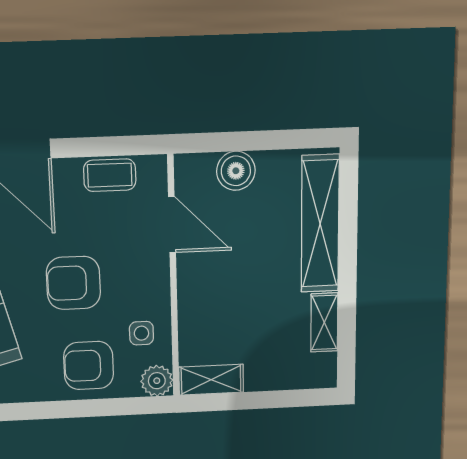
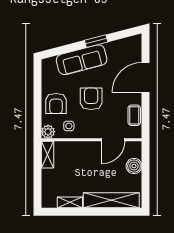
armchair: (89, 366) -> (56, 103), turned 180

